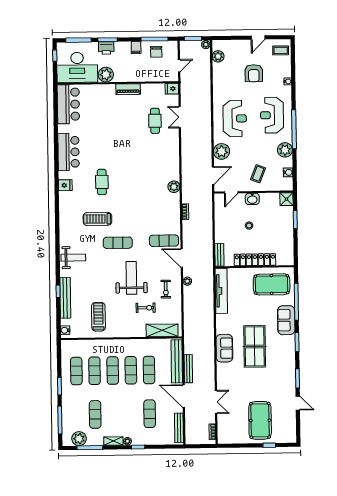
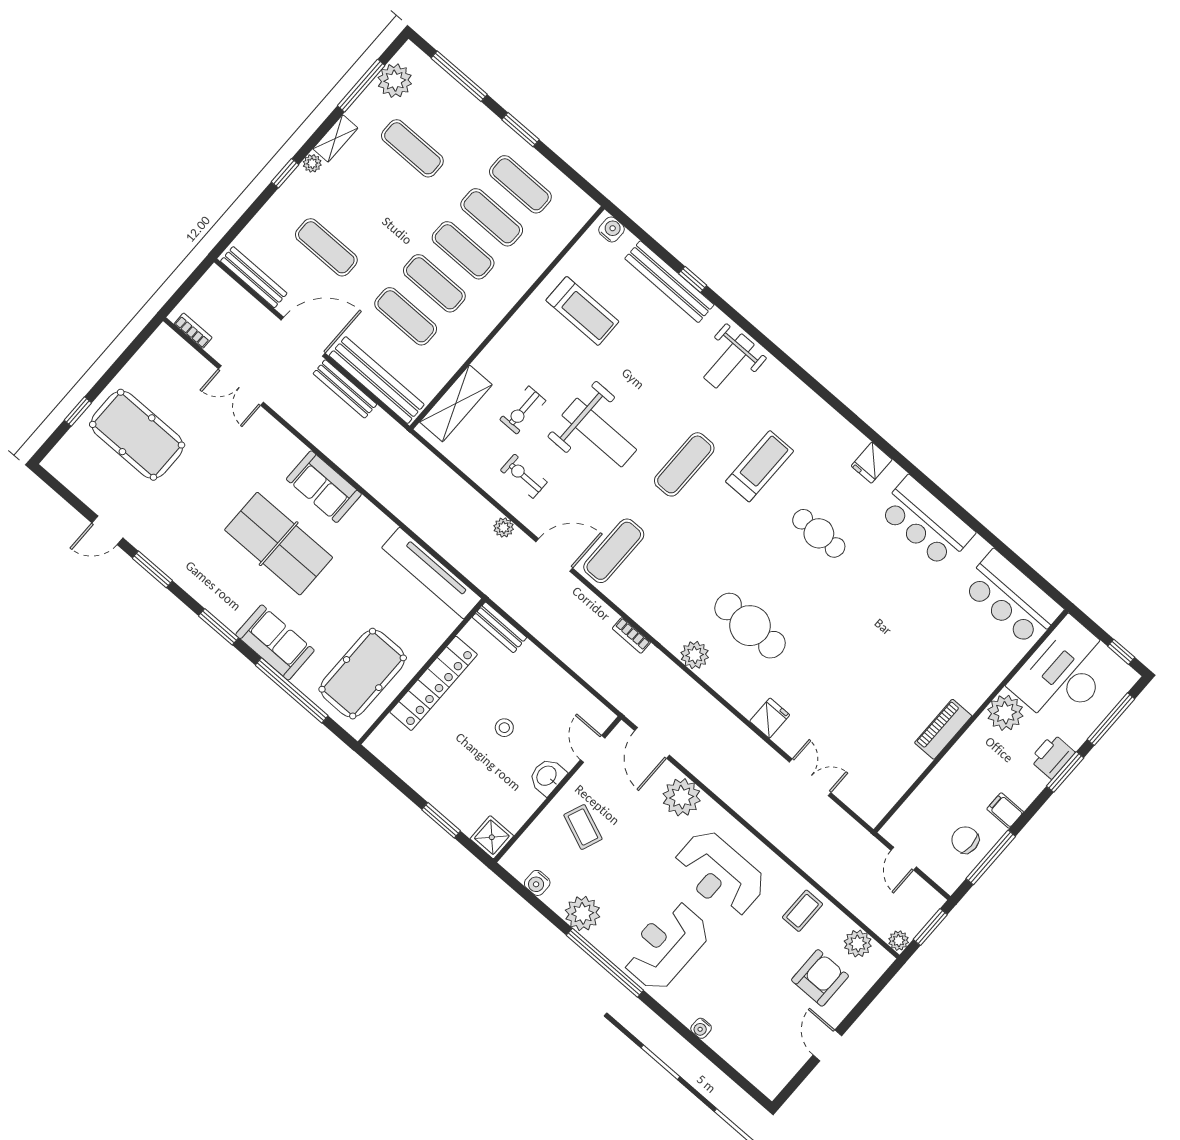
coffee table: (281, 50) -> (803, 911), moved
armchair: (254, 73) -> (820, 978), moved, turned 90
fridge: (172, 89) -> (770, 718), moved
reception desk: (272, 115) -> (666, 946), turned -90
cafe table: (155, 121) -> (750, 626), moved, width x1.37, depth x1.35

